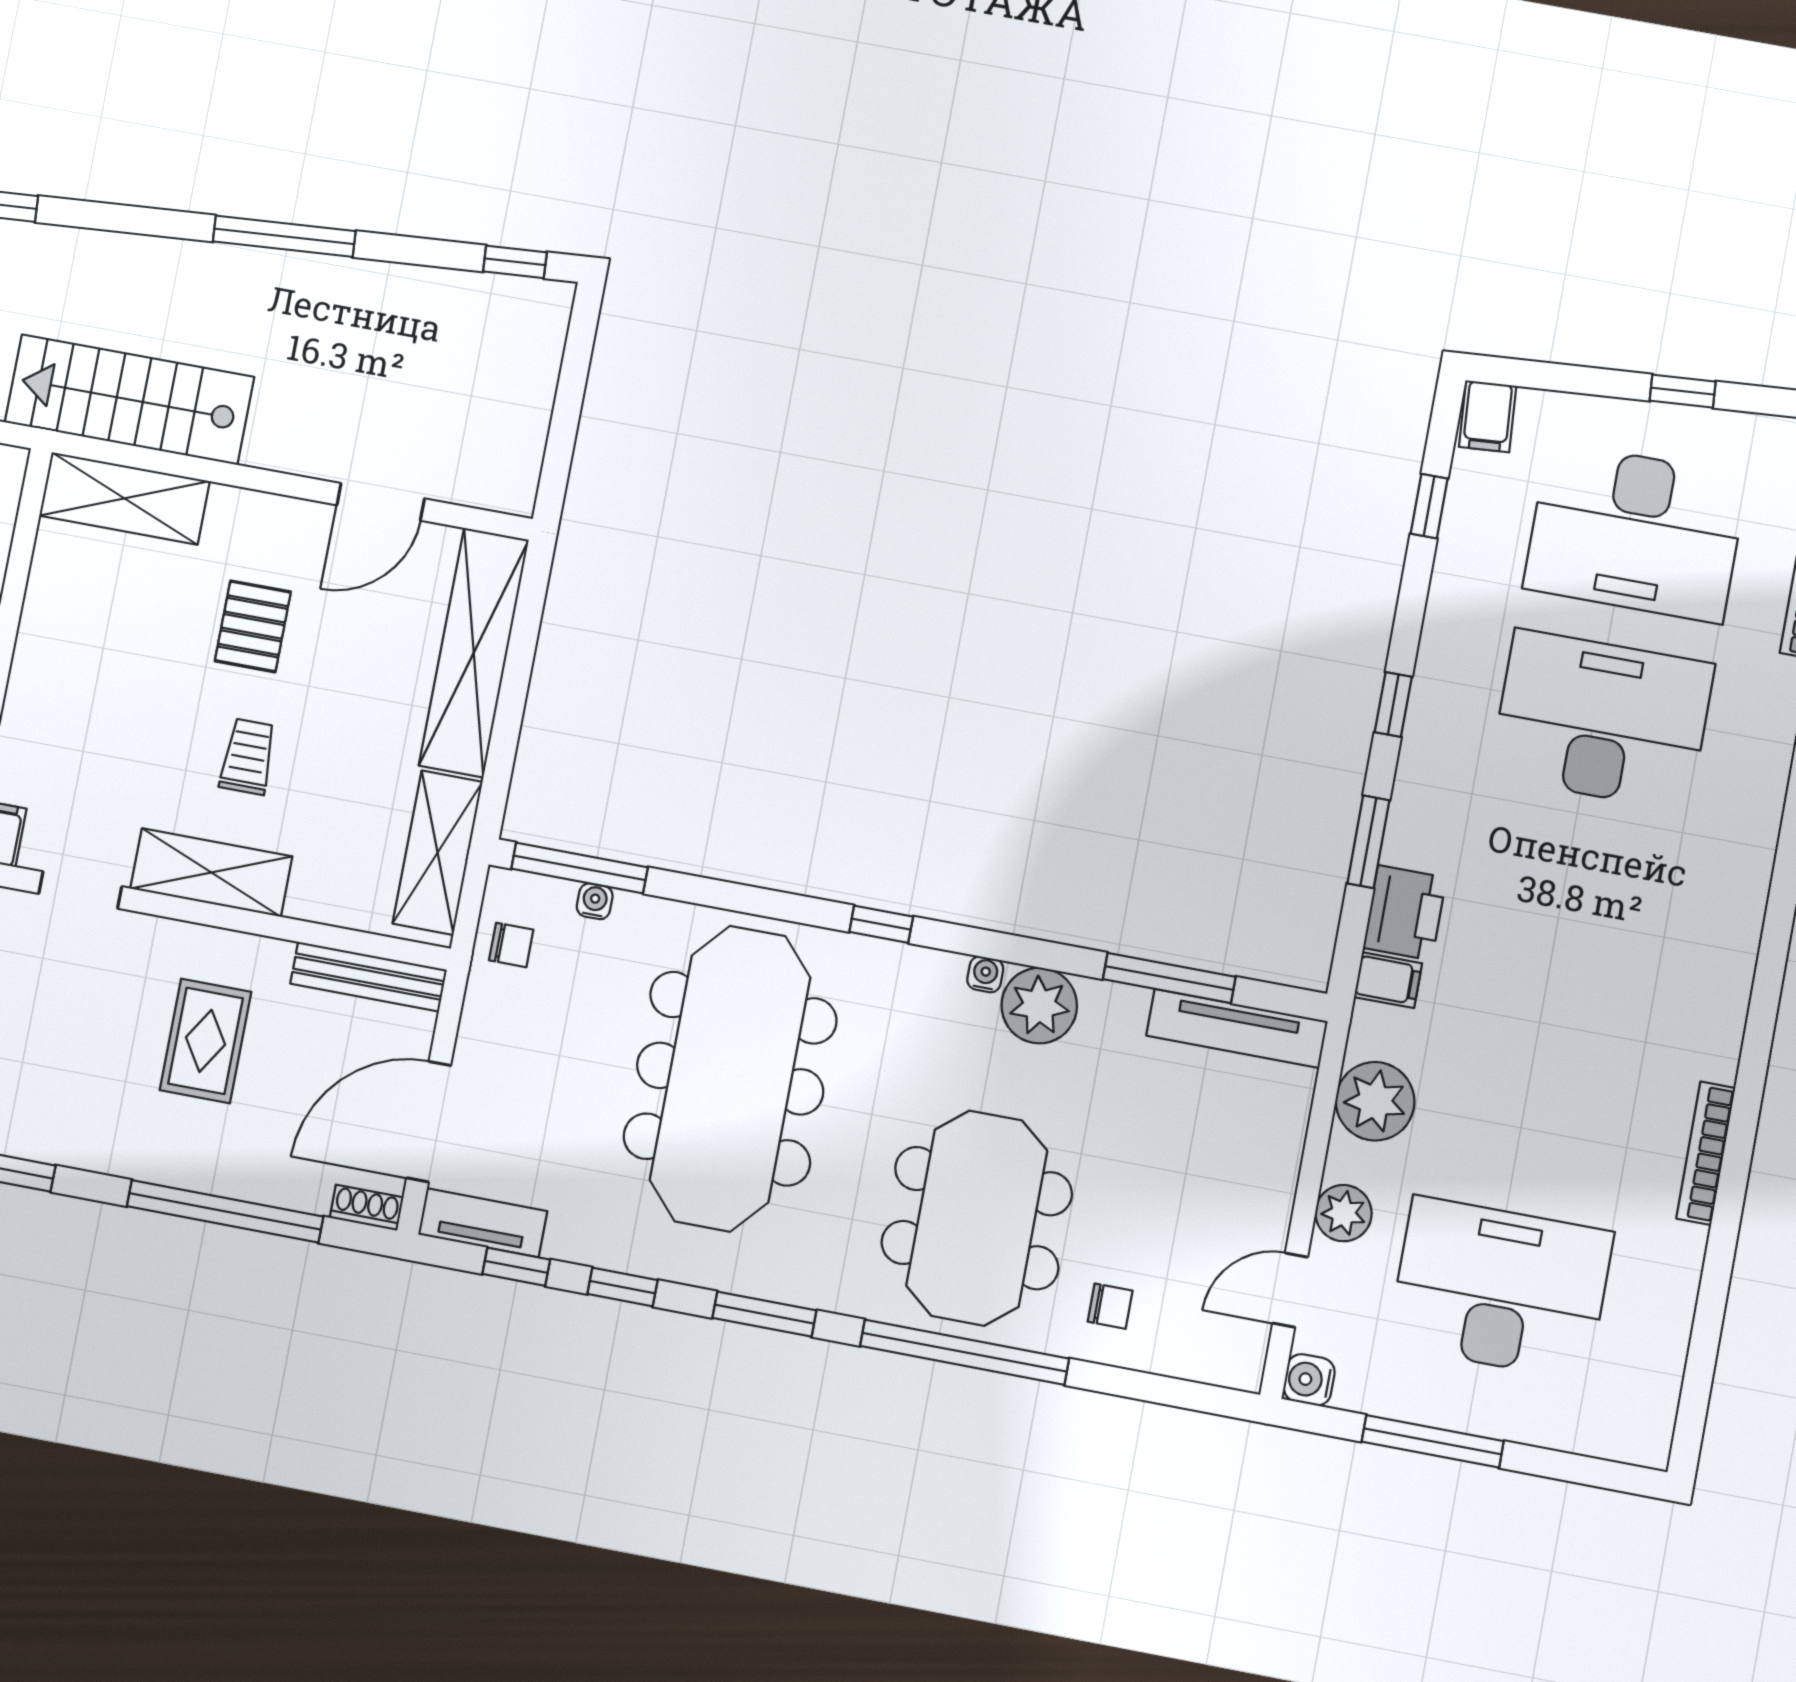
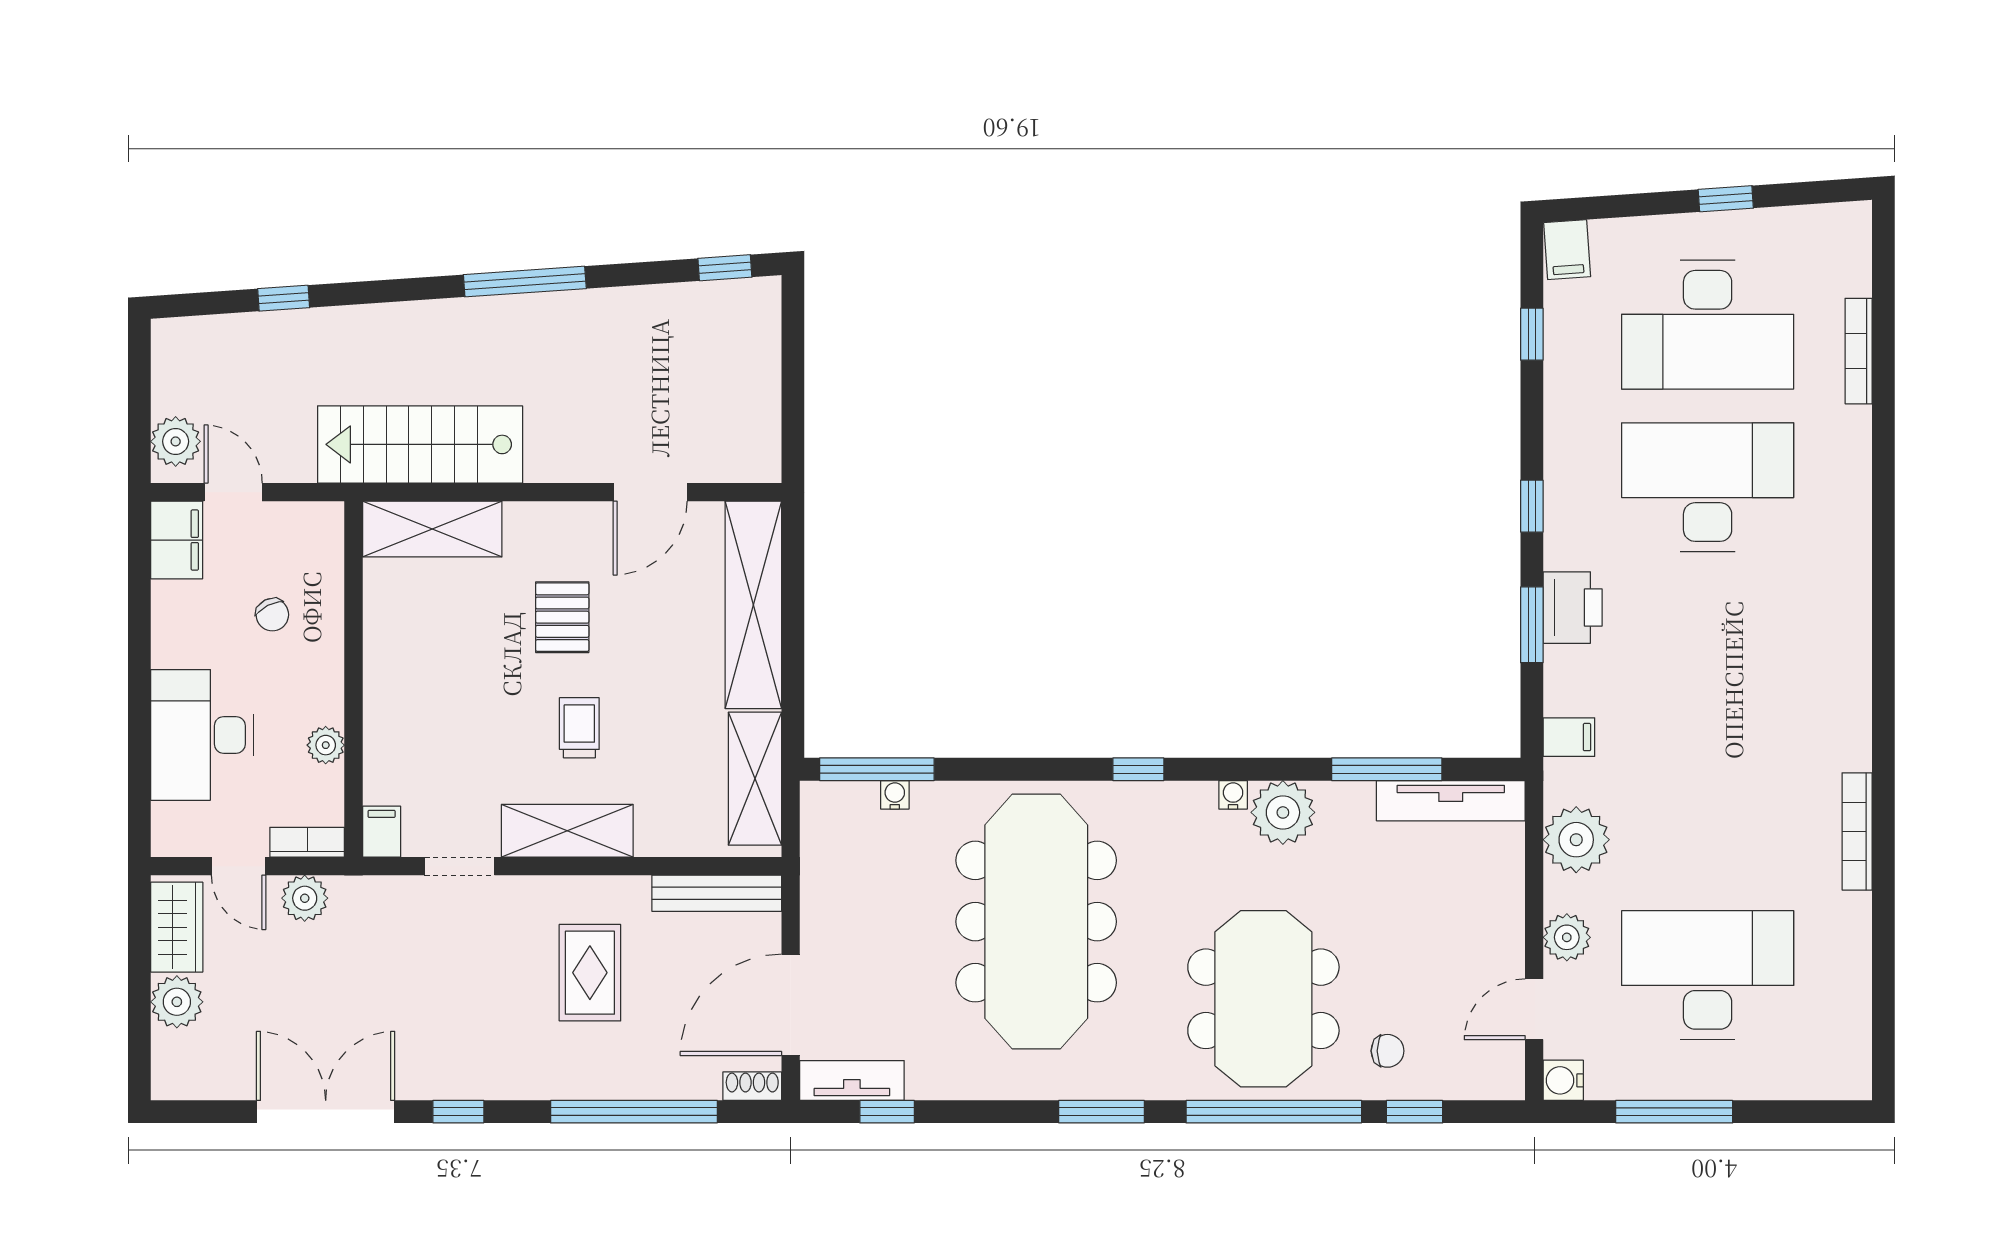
printer: (1405, 913) -> (1573, 608), moved
chair: (511, 945) -> (832, 844), removed
window: (622, 1287) -> (1415, 1112), moved

